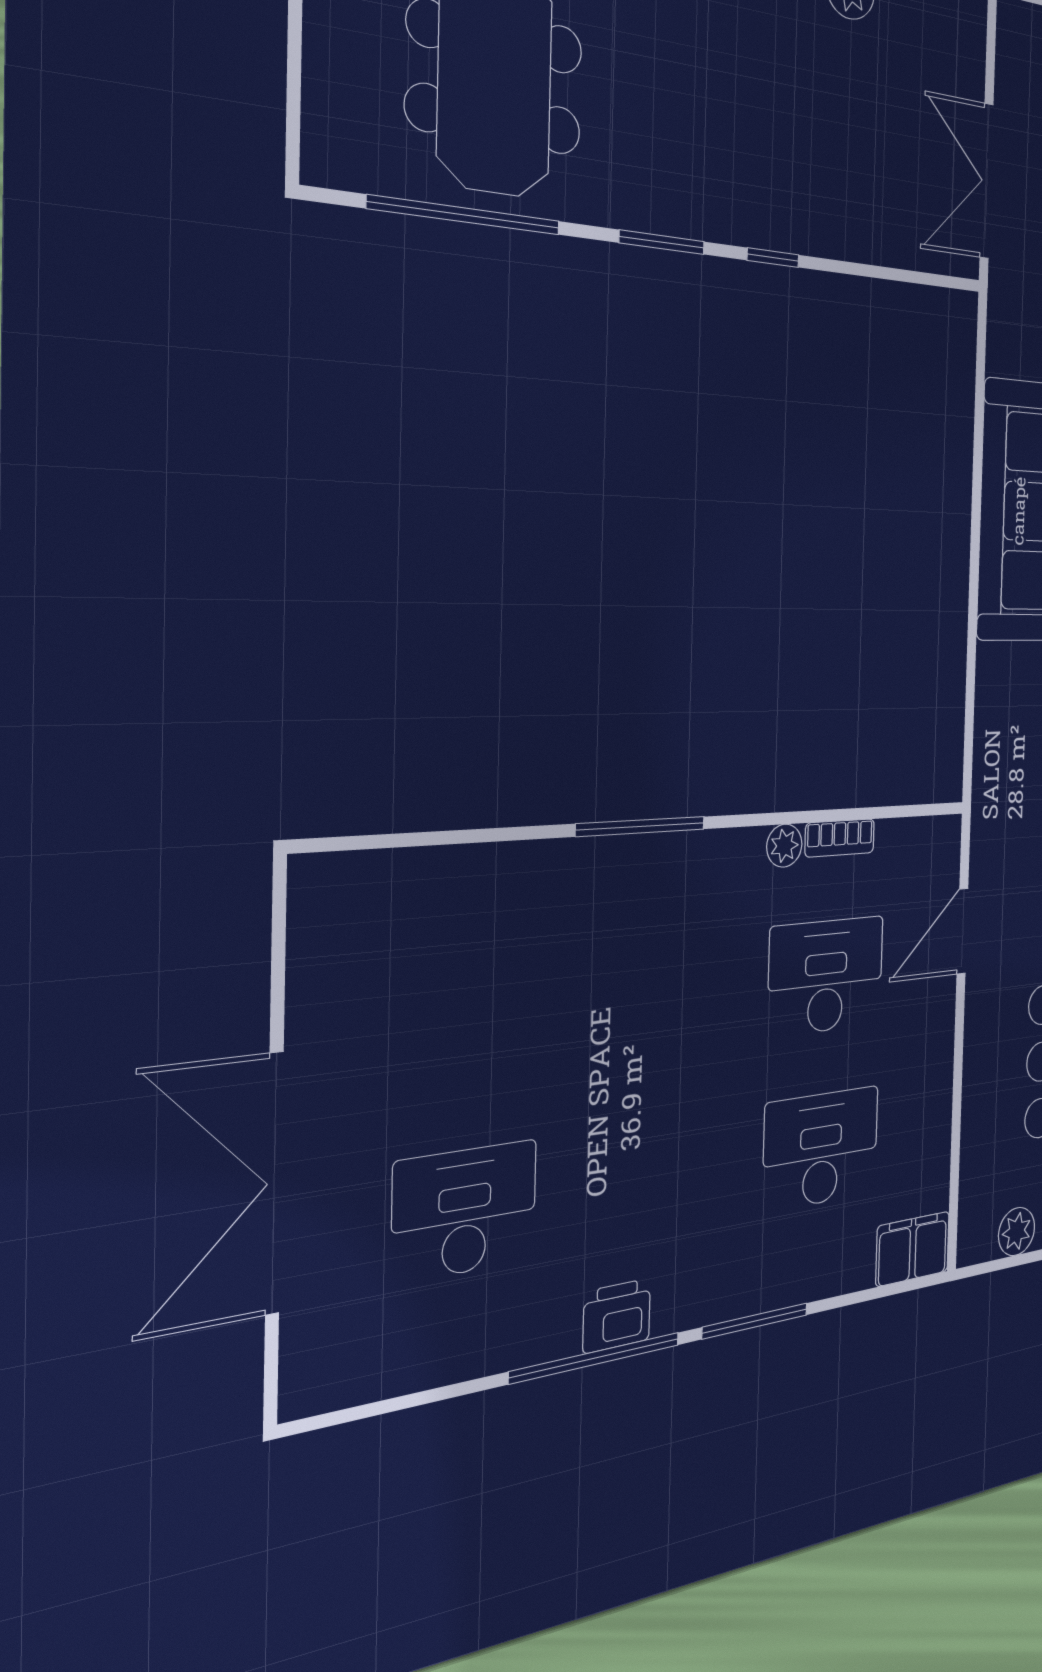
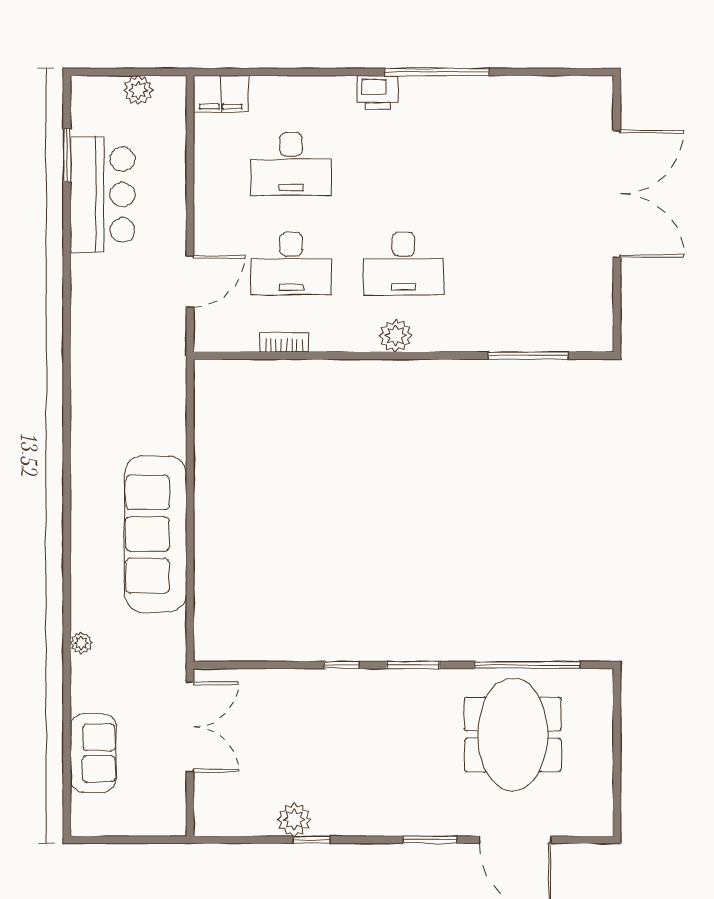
window: (641, 826) -> (528, 356), moved
plant: (784, 846) -> (395, 336), moved, width x1.38, depth x1.38
desk: (465, 1211) -> (403, 264), moved
printer: (617, 1316) -> (378, 92), moved
window: (755, 1321) -> (334, 72), removed

